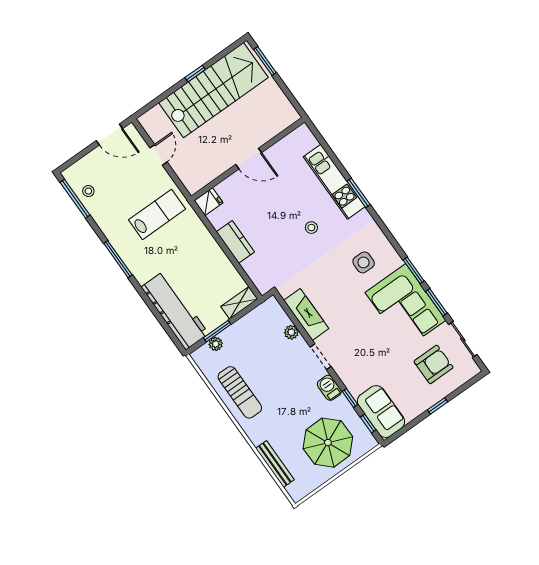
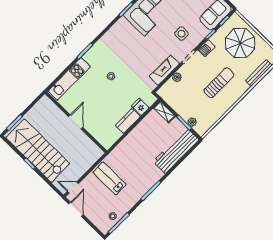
door: (158, 155) -> (73, 188), moved
kitchen unit: (334, 182) -> (69, 79), moved
fridge: (209, 202) -> (140, 107), moved
lab bench: (157, 214) -> (109, 178), moved
side table: (364, 262) -> (182, 34), moved
sun lounger: (240, 392) -> (219, 83), moved

